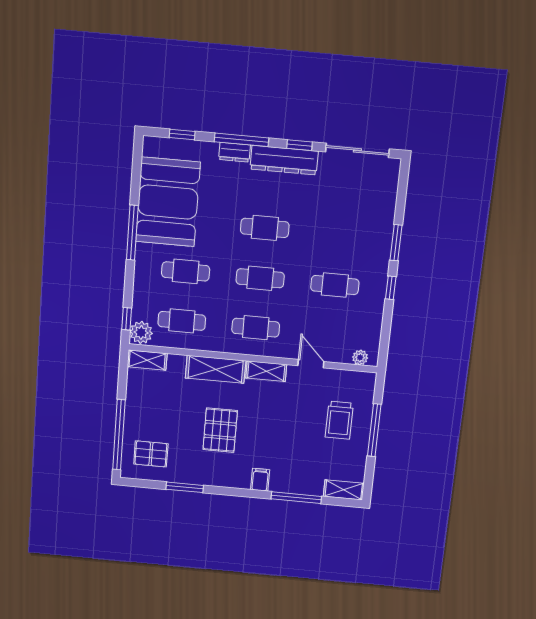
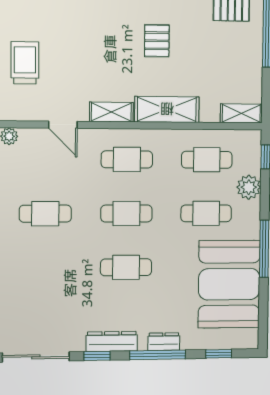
dresser: (284, 160) -> (112, 341), width x0.73, depth x0.80
plant: (141, 332) -> (249, 187), moved
pallet: (220, 430) -> (157, 41), width x0.67, depth x0.71

